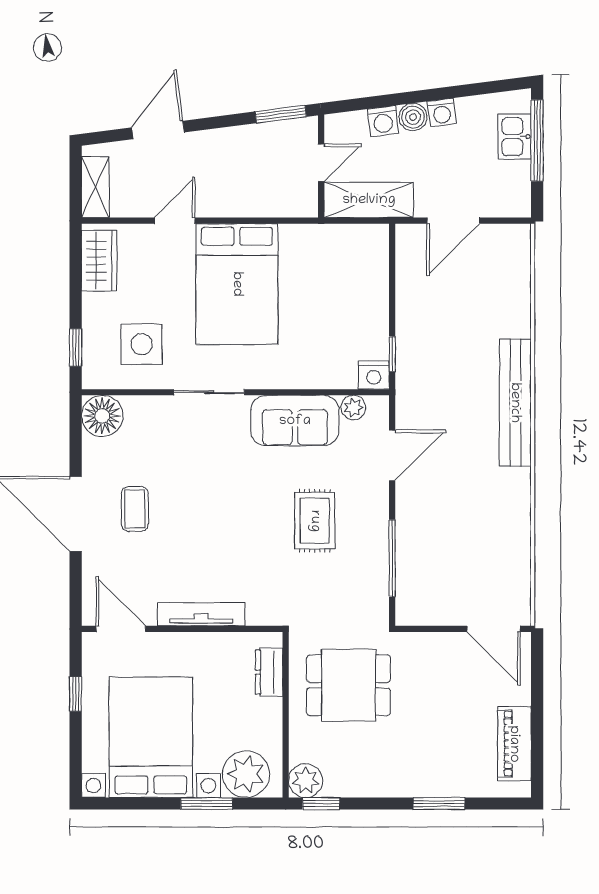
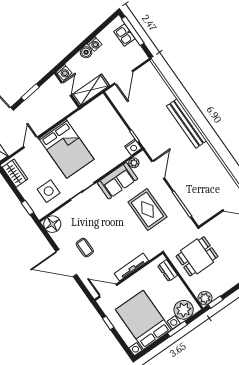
window: (281, 114) -> (30, 92), moved
washing machine: (383, 121) -> (64, 72), moved
rug: (315, 521) -> (147, 209), width x1.36, depth x1.43

